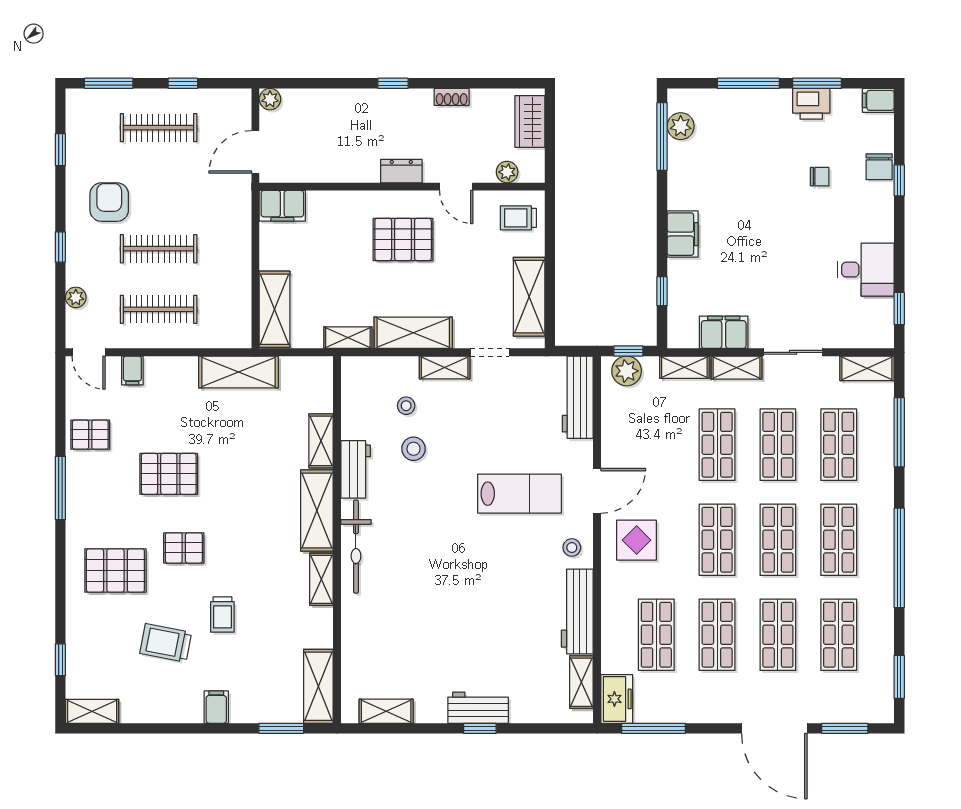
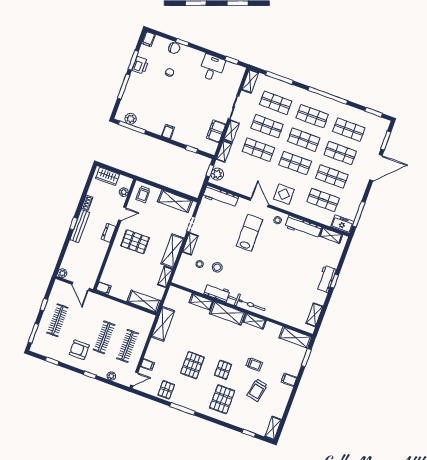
bench: (393, 100) -> (80, 226), added
filing cabinet: (282, 206) -> (103, 288), width x0.50
filing cabinet: (683, 234) -> (168, 132), width x0.50
pallet: (403, 239) -> (135, 242), turned 90

